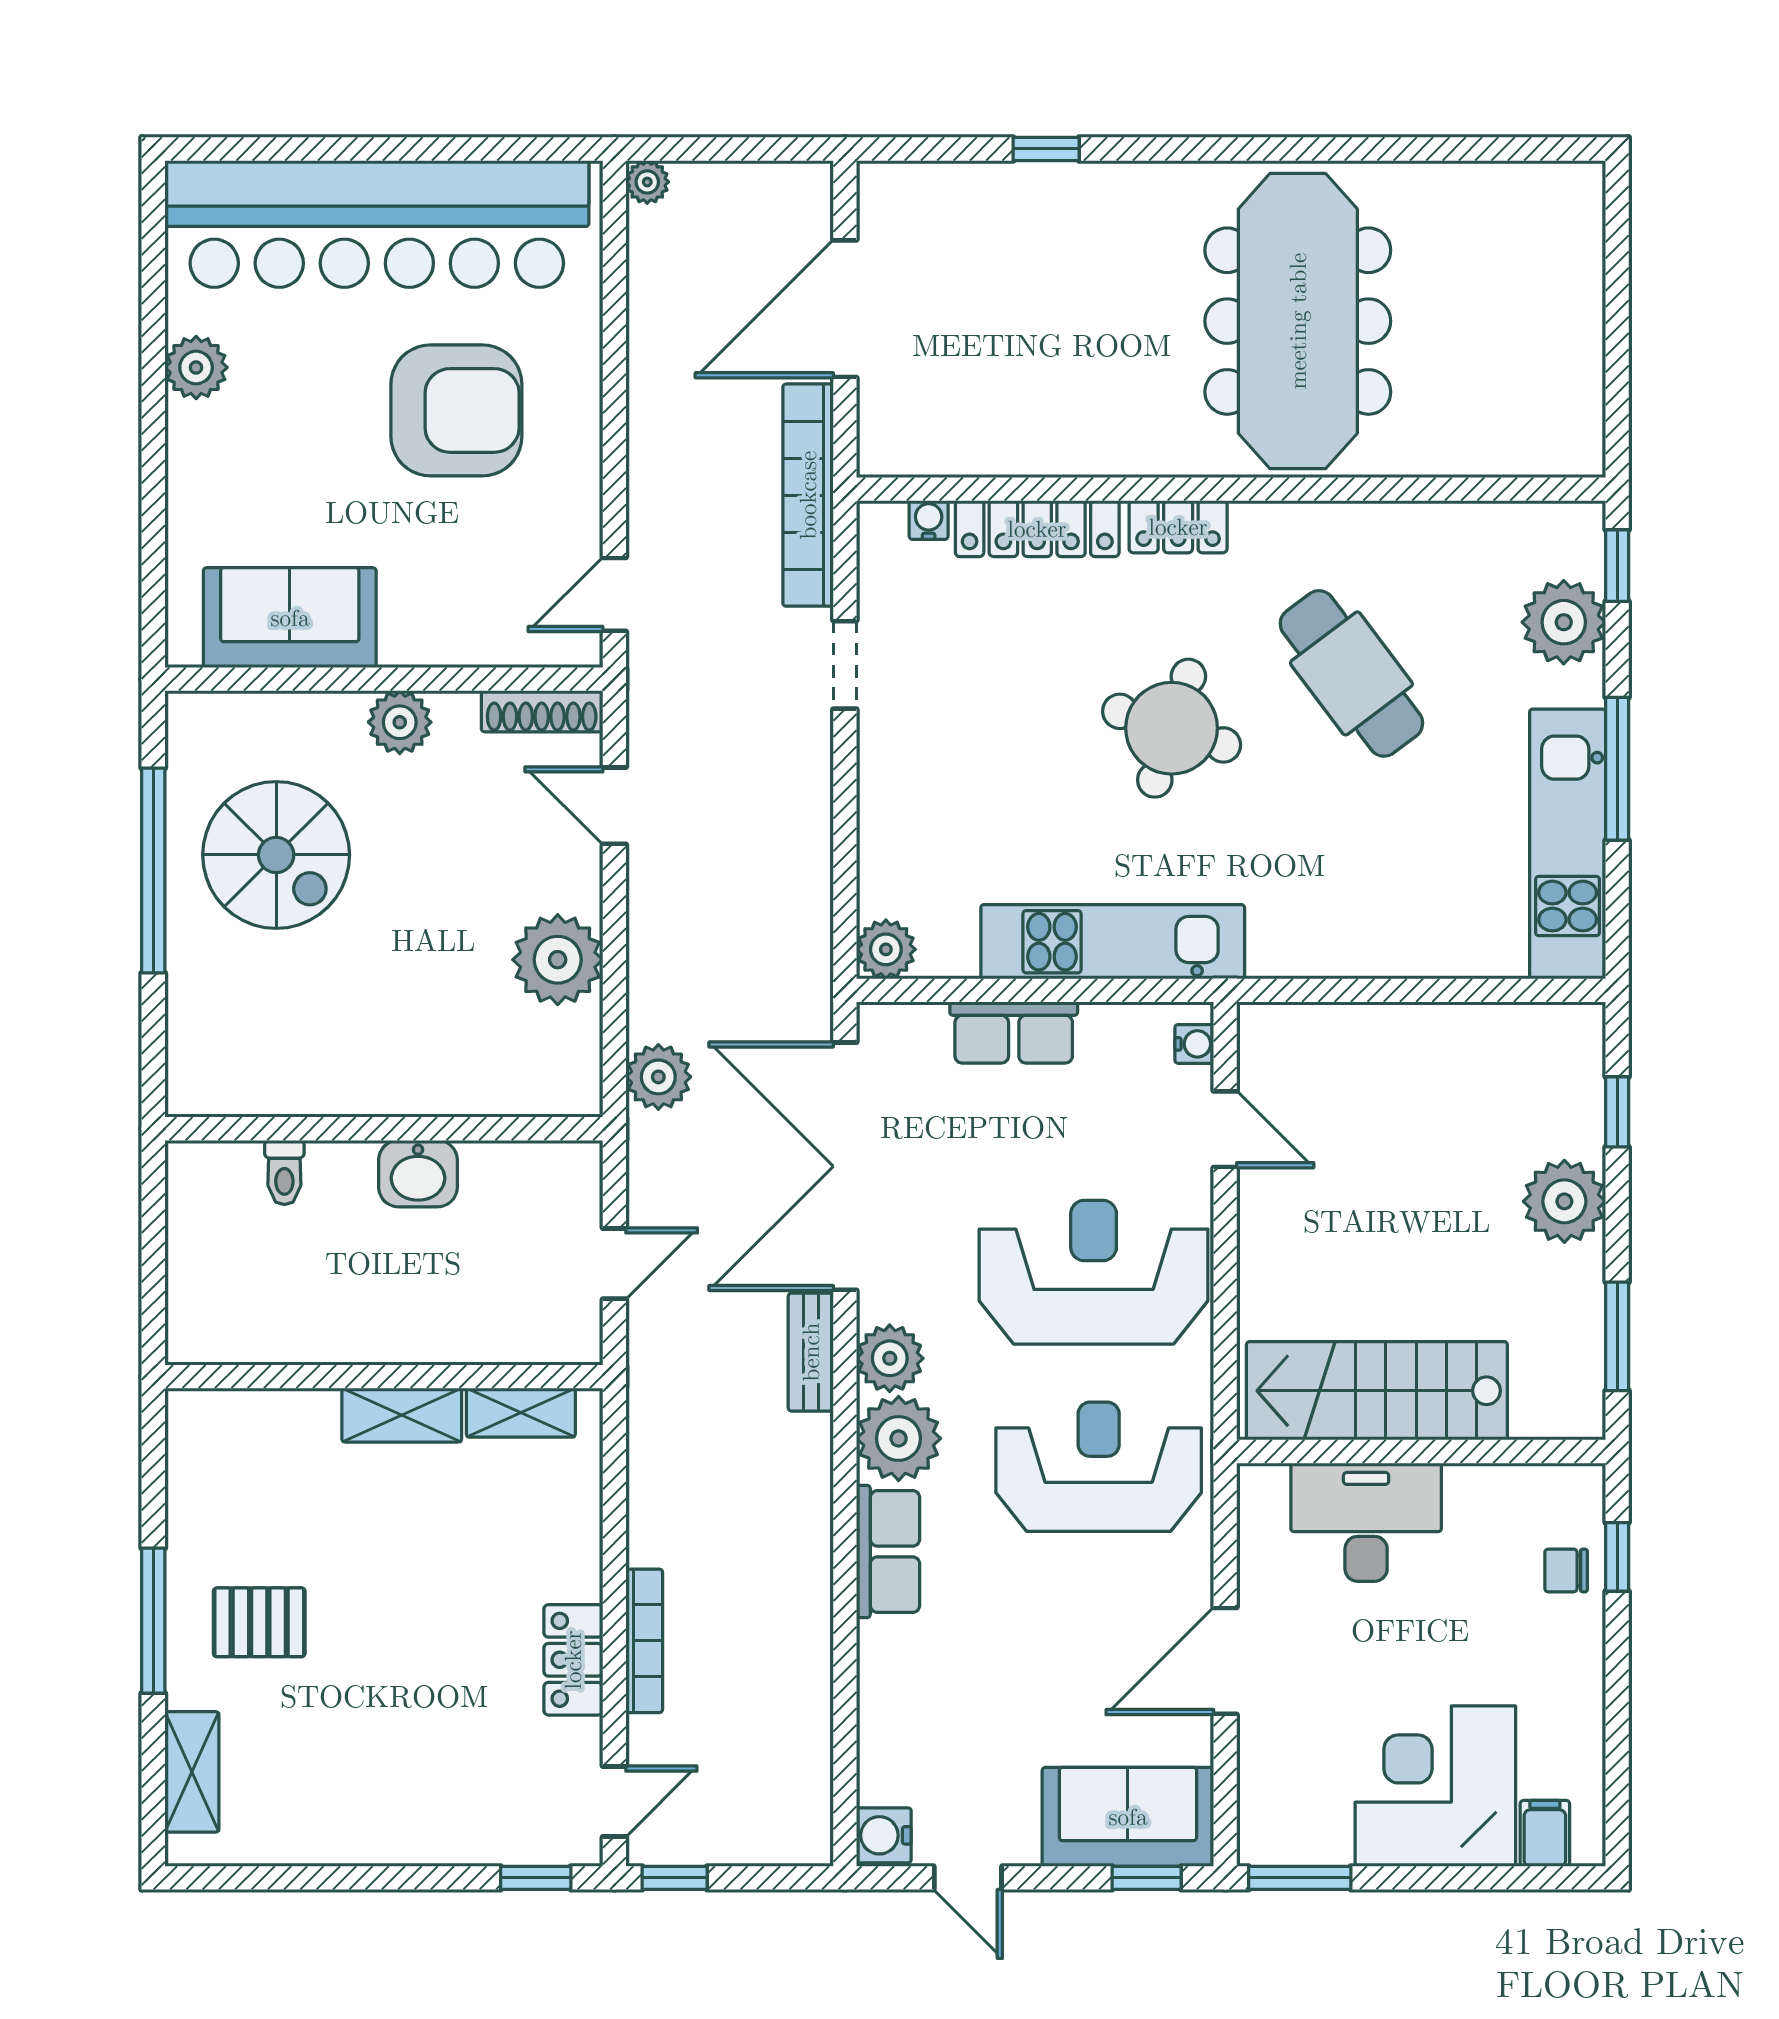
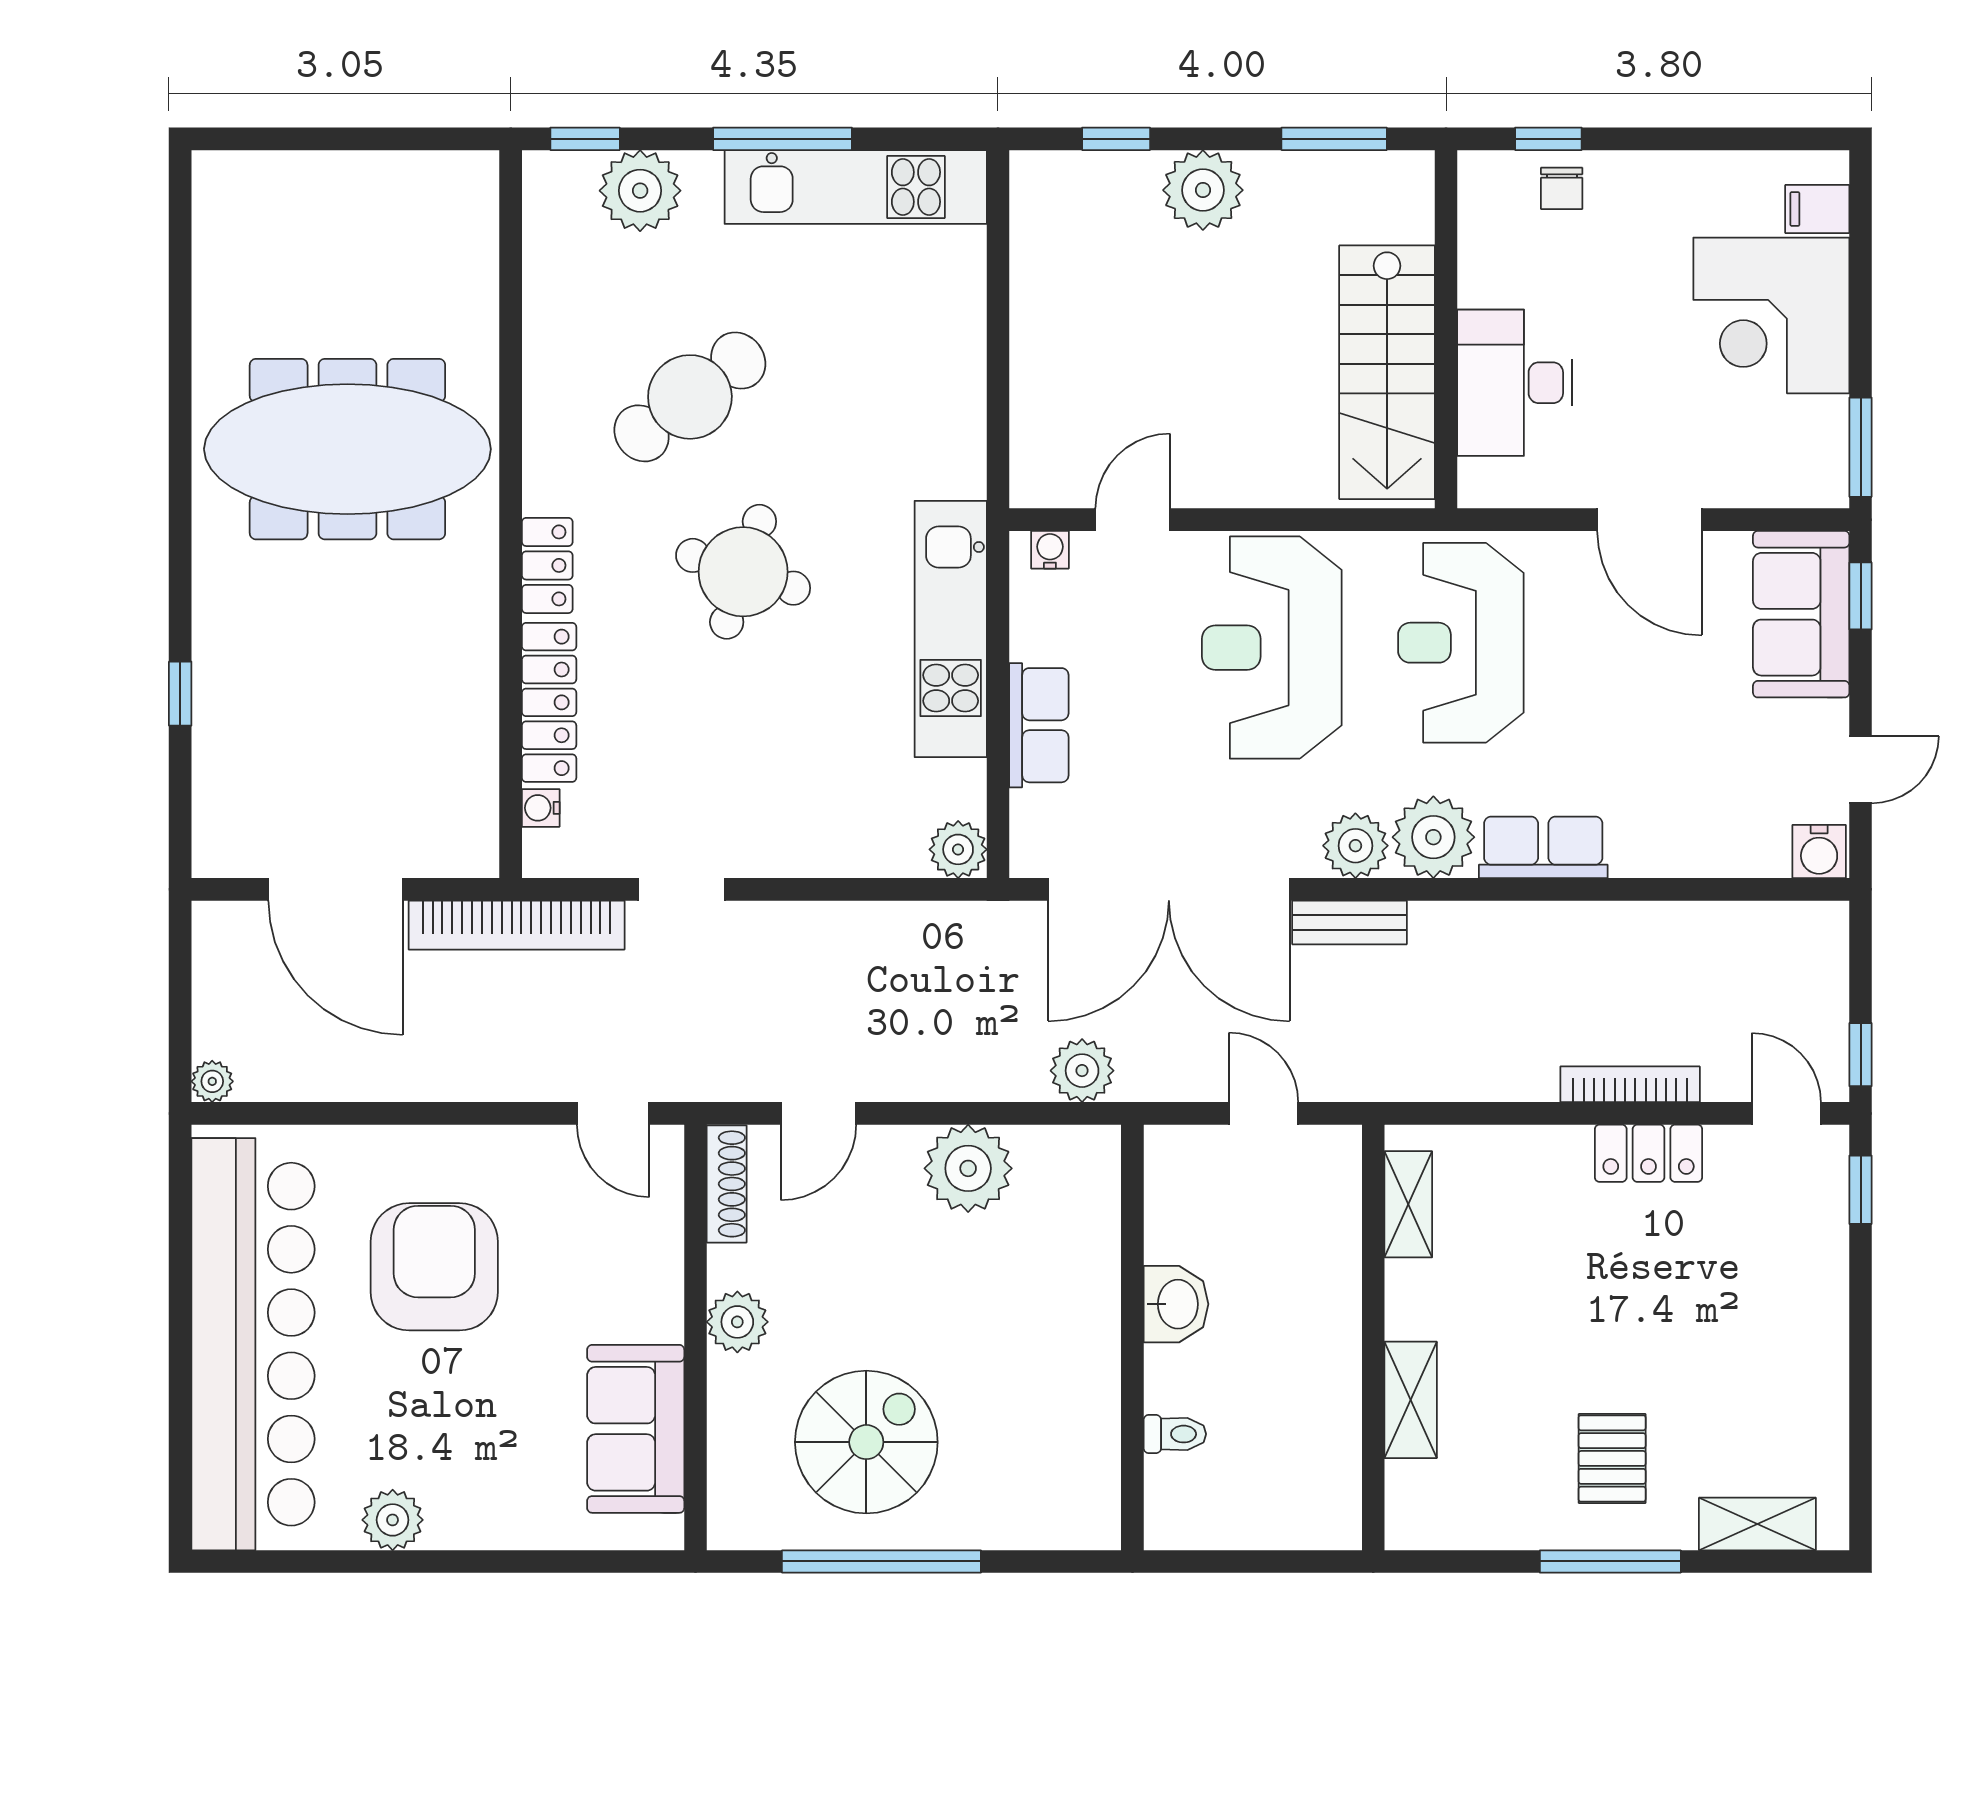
shelving: (402, 1415) -> (1411, 1400), moved

